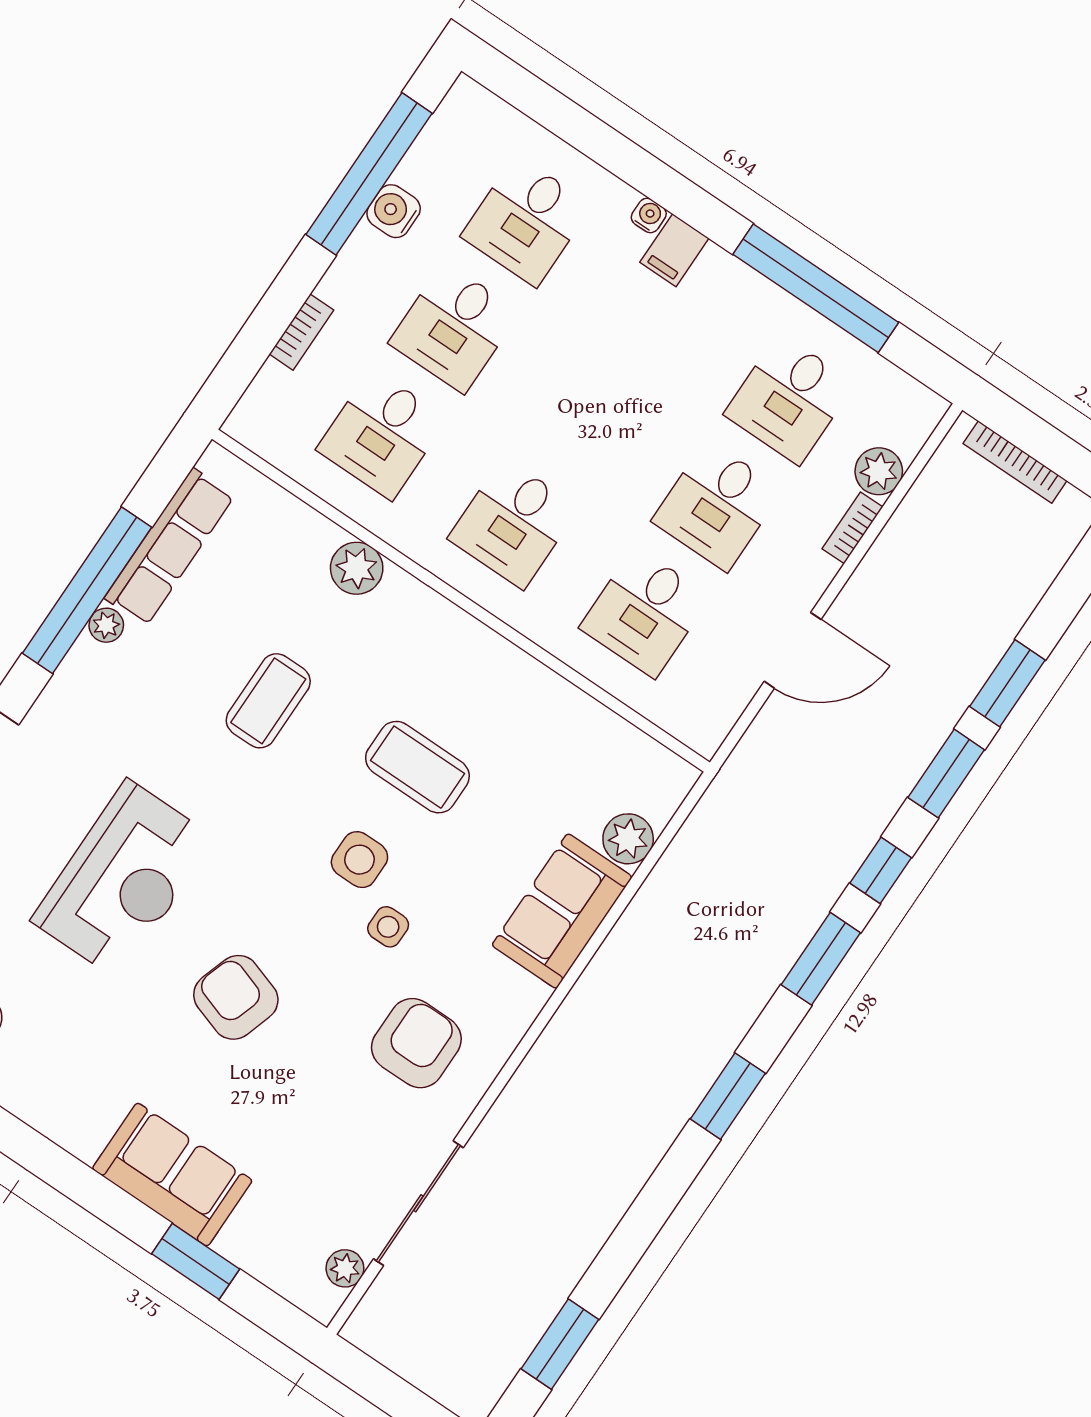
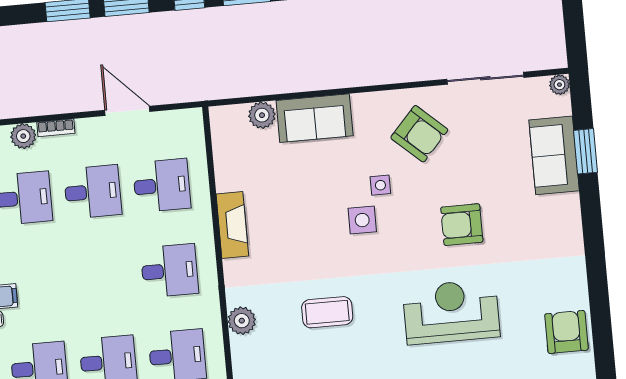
fireplace: (505, 667) -> (232, 225), added
coffee table: (417, 767) -> (304, 227), removed
armchair: (236, 997) -> (462, 225), turned 72
armchair: (416, 1043) -> (419, 134), turned -138
sofa: (172, 1175) -> (554, 155), moved
plant: (345, 1268) -> (559, 85), moved

